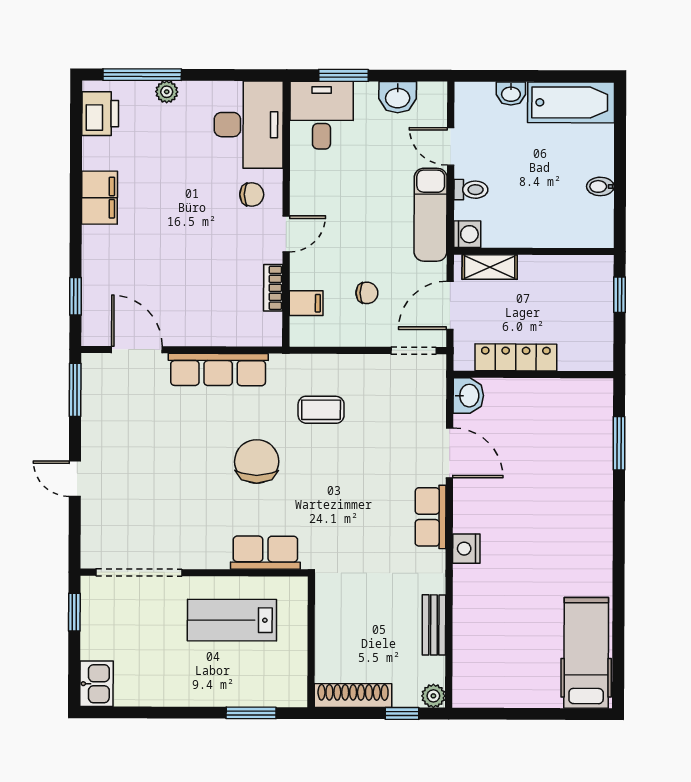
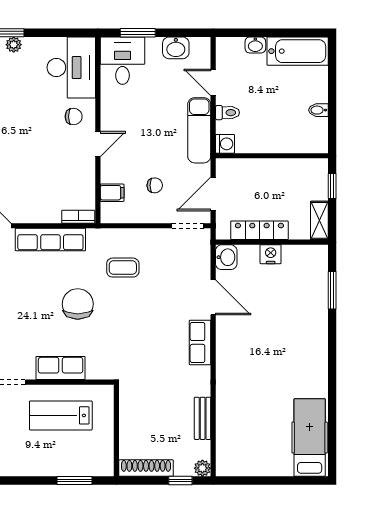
shelving: (490, 267) -> (319, 220), moved, turned 90
bookcase: (273, 288) -> (78, 217), moved, turned 90
nightstand: (466, 549) -> (271, 254), moved, turned 90
row of seats: (265, 553) -> (61, 368), moved

